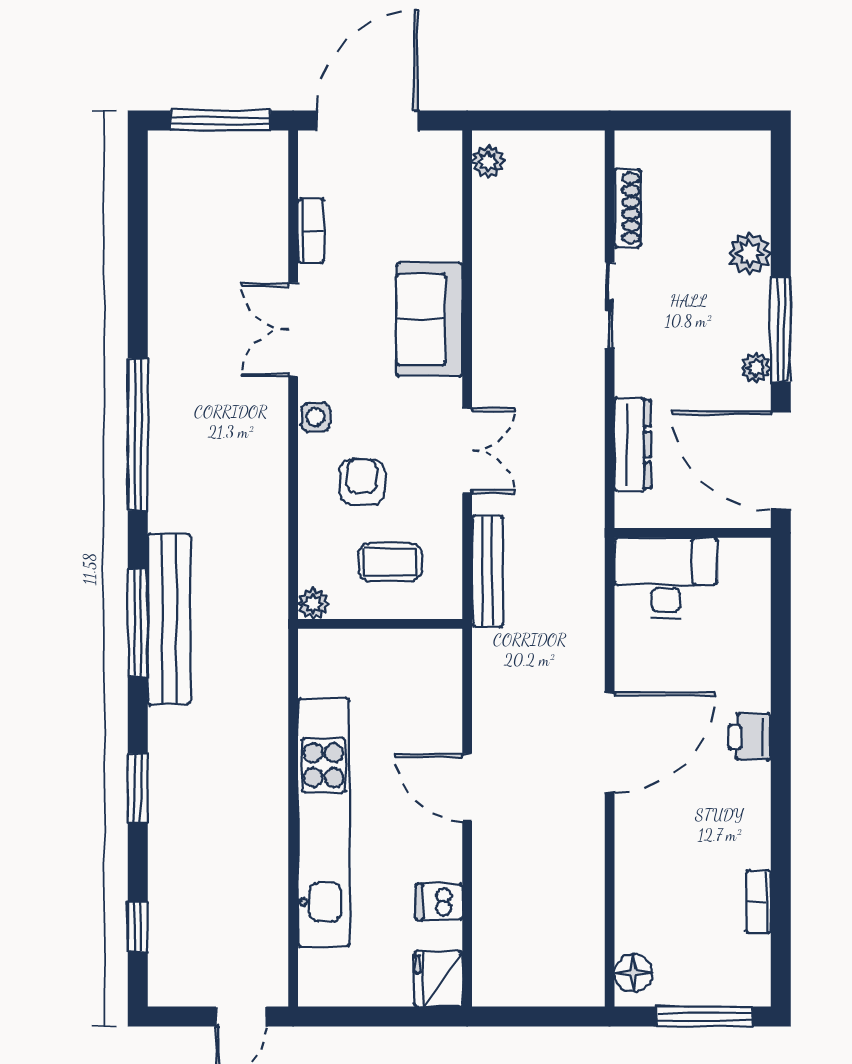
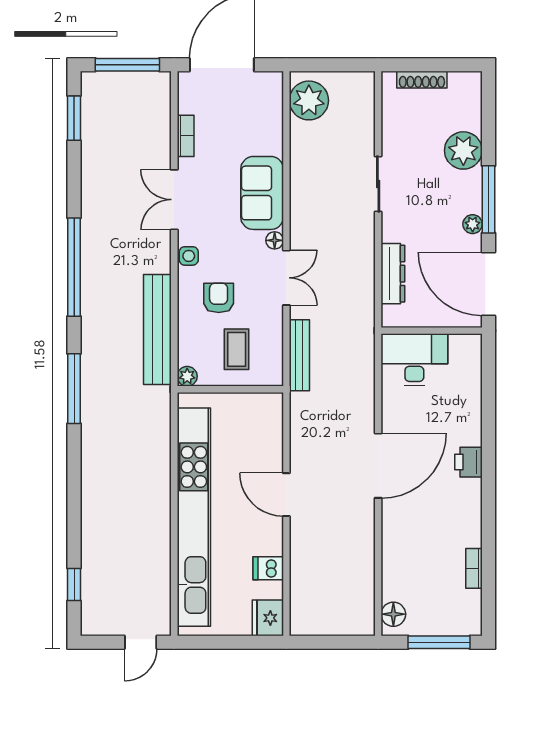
plant: (488, 162) -> (309, 100), width x1.87, depth x1.87
shoe rack: (627, 208) -> (422, 80), moved, turned 90
plant: (750, 253) -> (463, 150), width x1.36, depth x1.36
floor lamp: (449, 393) -> (275, 240), added
coffee table: (390, 562) -> (237, 349), turned 90
bench: (169, 619) -> (157, 329), moved
window: (138, 788) -> (74, 118), moved
kitchen unit: (324, 822) -> (194, 517), width x1.36

